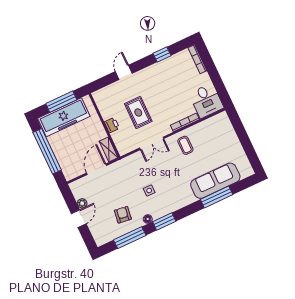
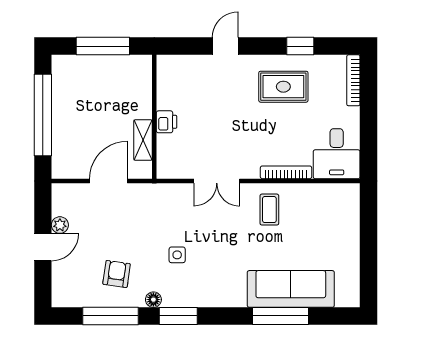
rug: (138, 112) -> (283, 87), moved, turned 90
freezer: (64, 117) -> (95, 73), removed
shelving: (109, 149) -> (143, 140), moved

